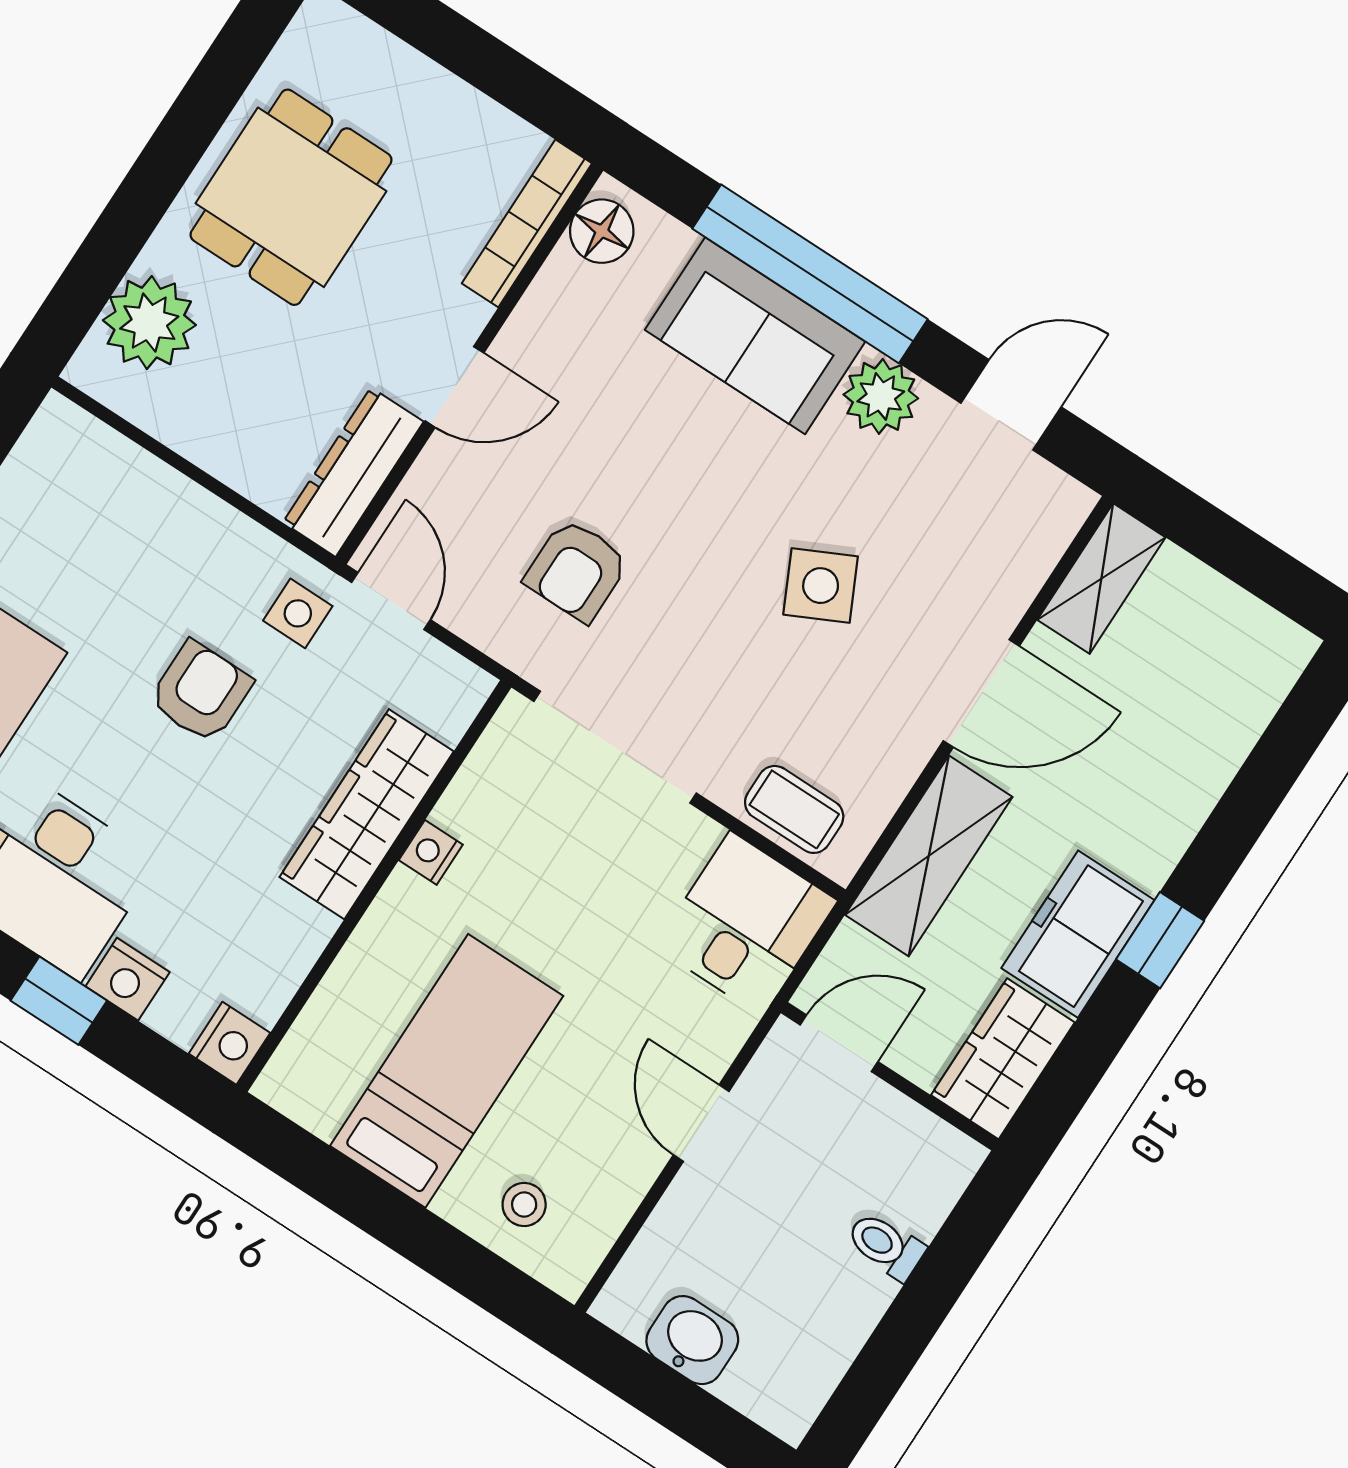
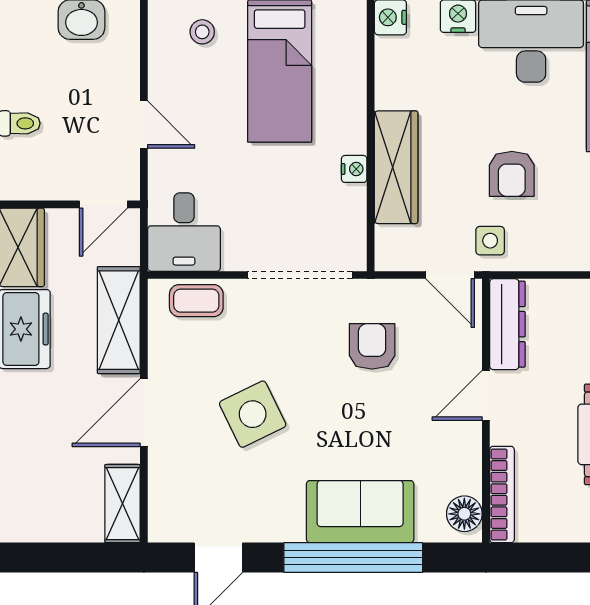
plant: (881, 396) -> (282, 522), removed
side table: (821, 586) -> (253, 414), width x1.37, depth x1.37

